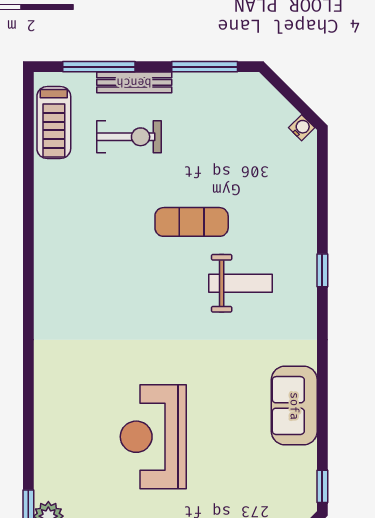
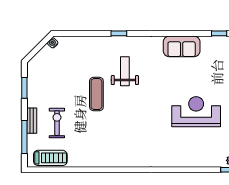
window: (205, 67) -> (24, 88), width x0.69
bench: (134, 82) -> (32, 121), width x0.73
reception desk: (153, 437) -> (196, 112), turned 180

